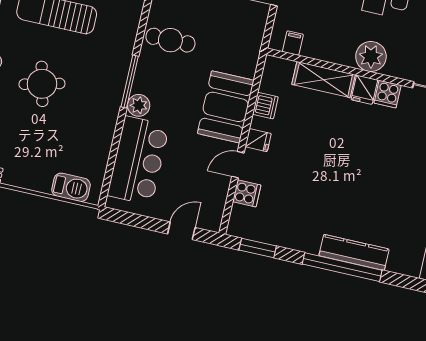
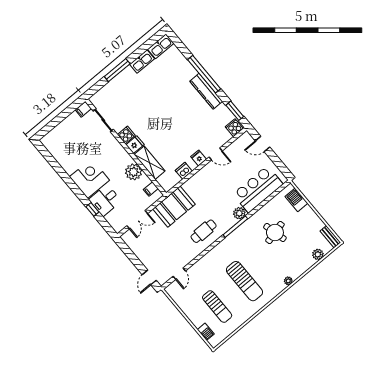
cafe table: (170, 40) -> (204, 231), turned 90
plant: (371, 57) -> (134, 172), moved
round table: (42, 84) -> (275, 232), moved
booth: (226, 107) -> (174, 207), moved
cooker: (247, 193) -> (234, 128), moved
kitchen counter: (354, 252) -> (206, 91), moved

